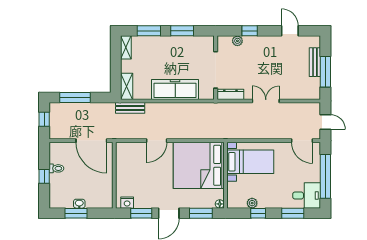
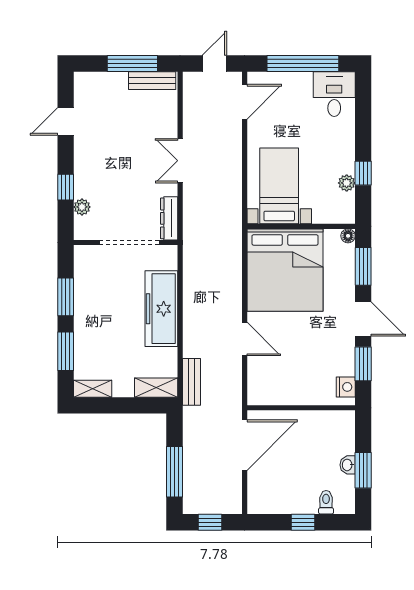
bench: (315, 62) -> (152, 81), moved
toilet: (56, 168) -> (326, 502), moved
window: (293, 213) -> (363, 117), removed

